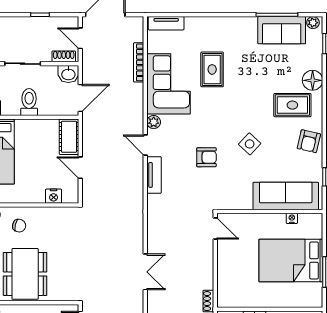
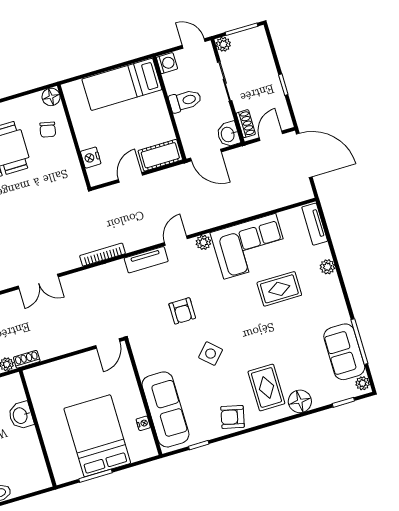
plant: (205, 23) -> (327, 267), added
bookcase: (139, 62) -> (103, 255), moved

